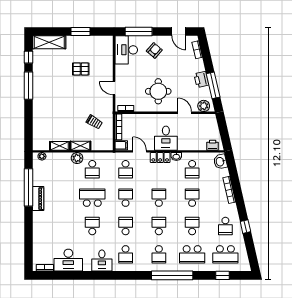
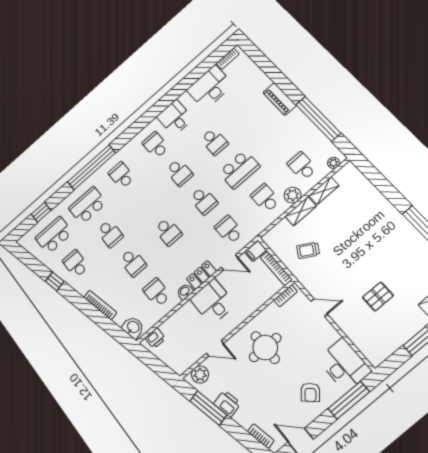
piano: (38, 199) -> (280, 99), moved
school desk: (159, 226) -> (302, 166), moved, turned 180

